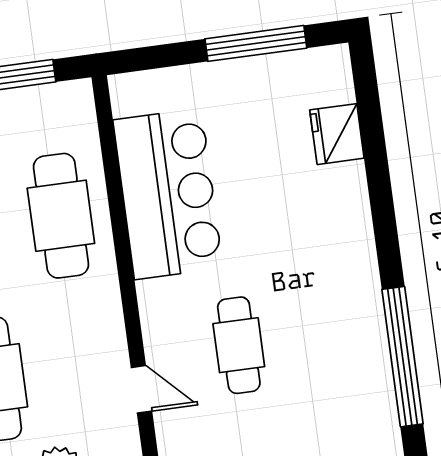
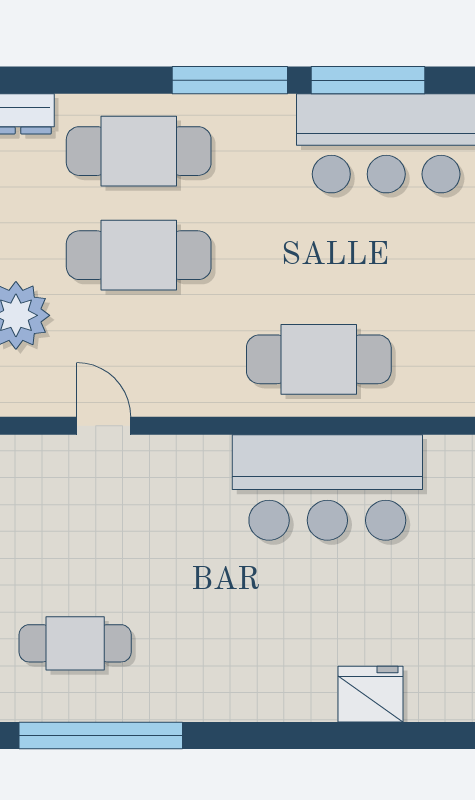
cafe table: (239, 345) -> (75, 643), moved
door: (141, 389) -> (104, 426), swing flipped

